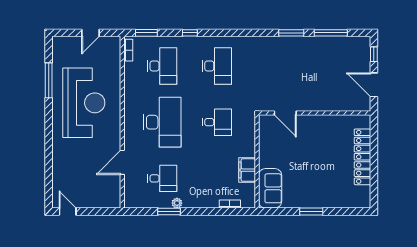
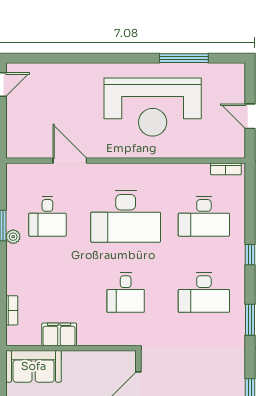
window: (146, 33) -> (250, 320), moved

